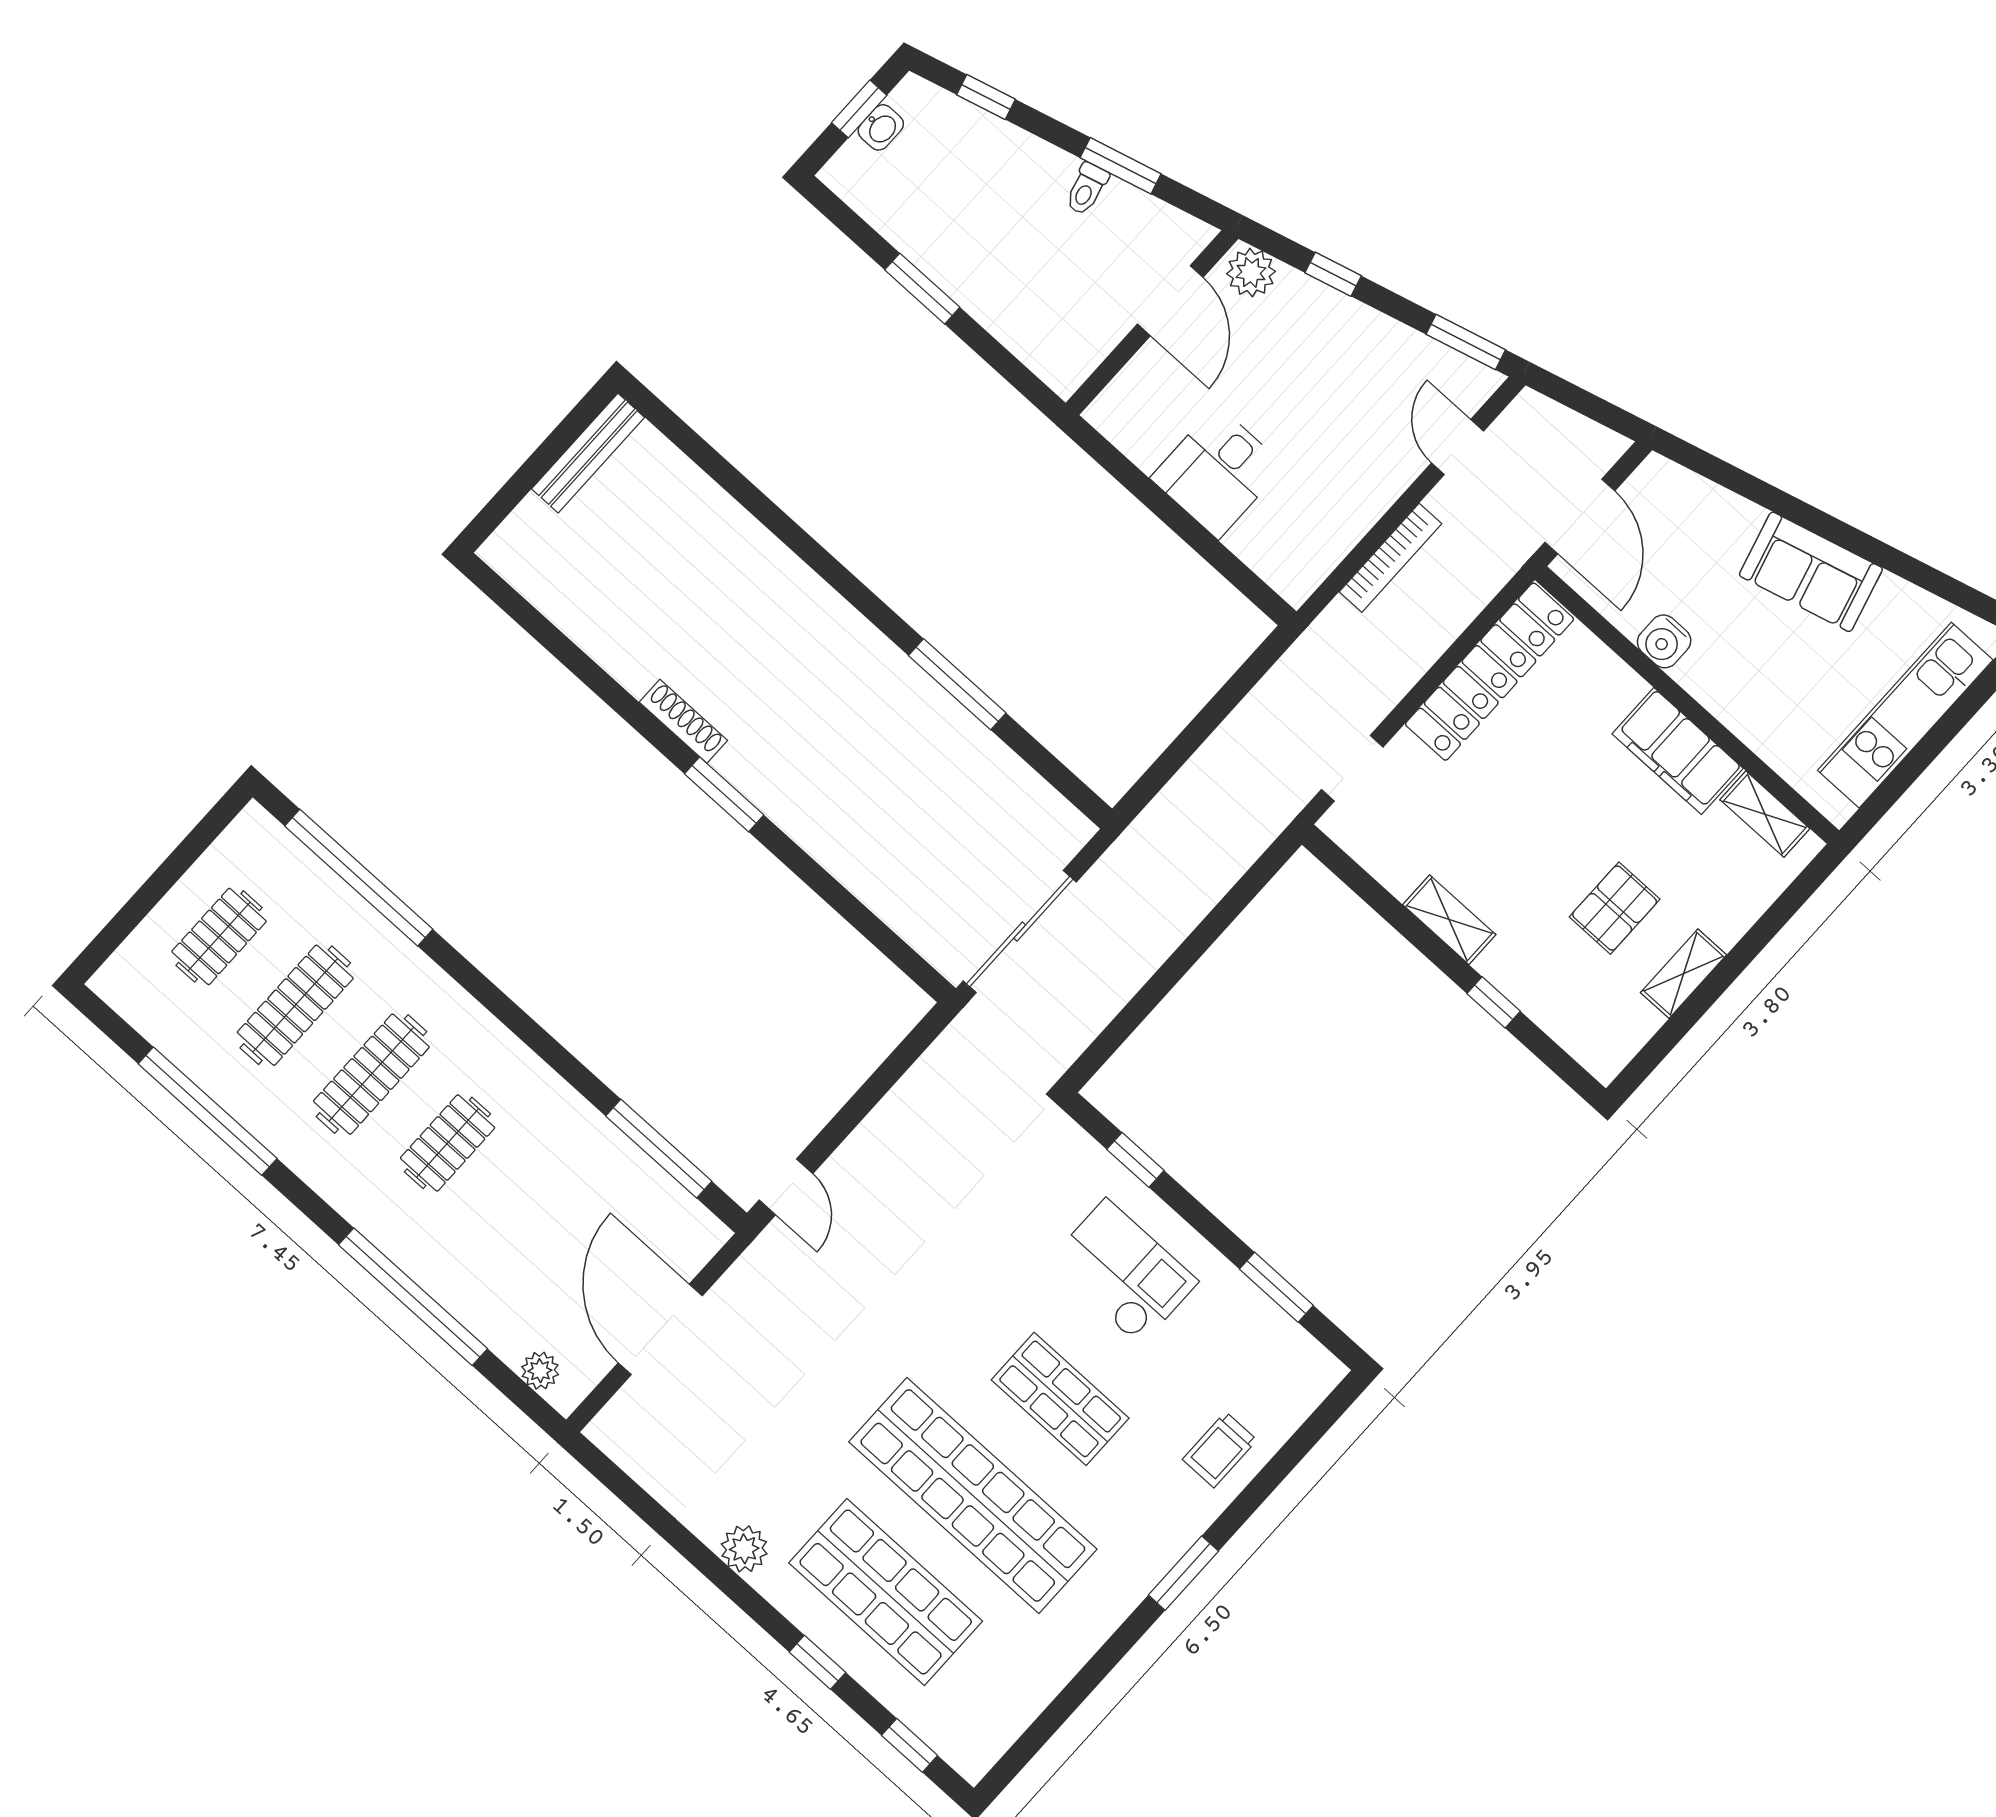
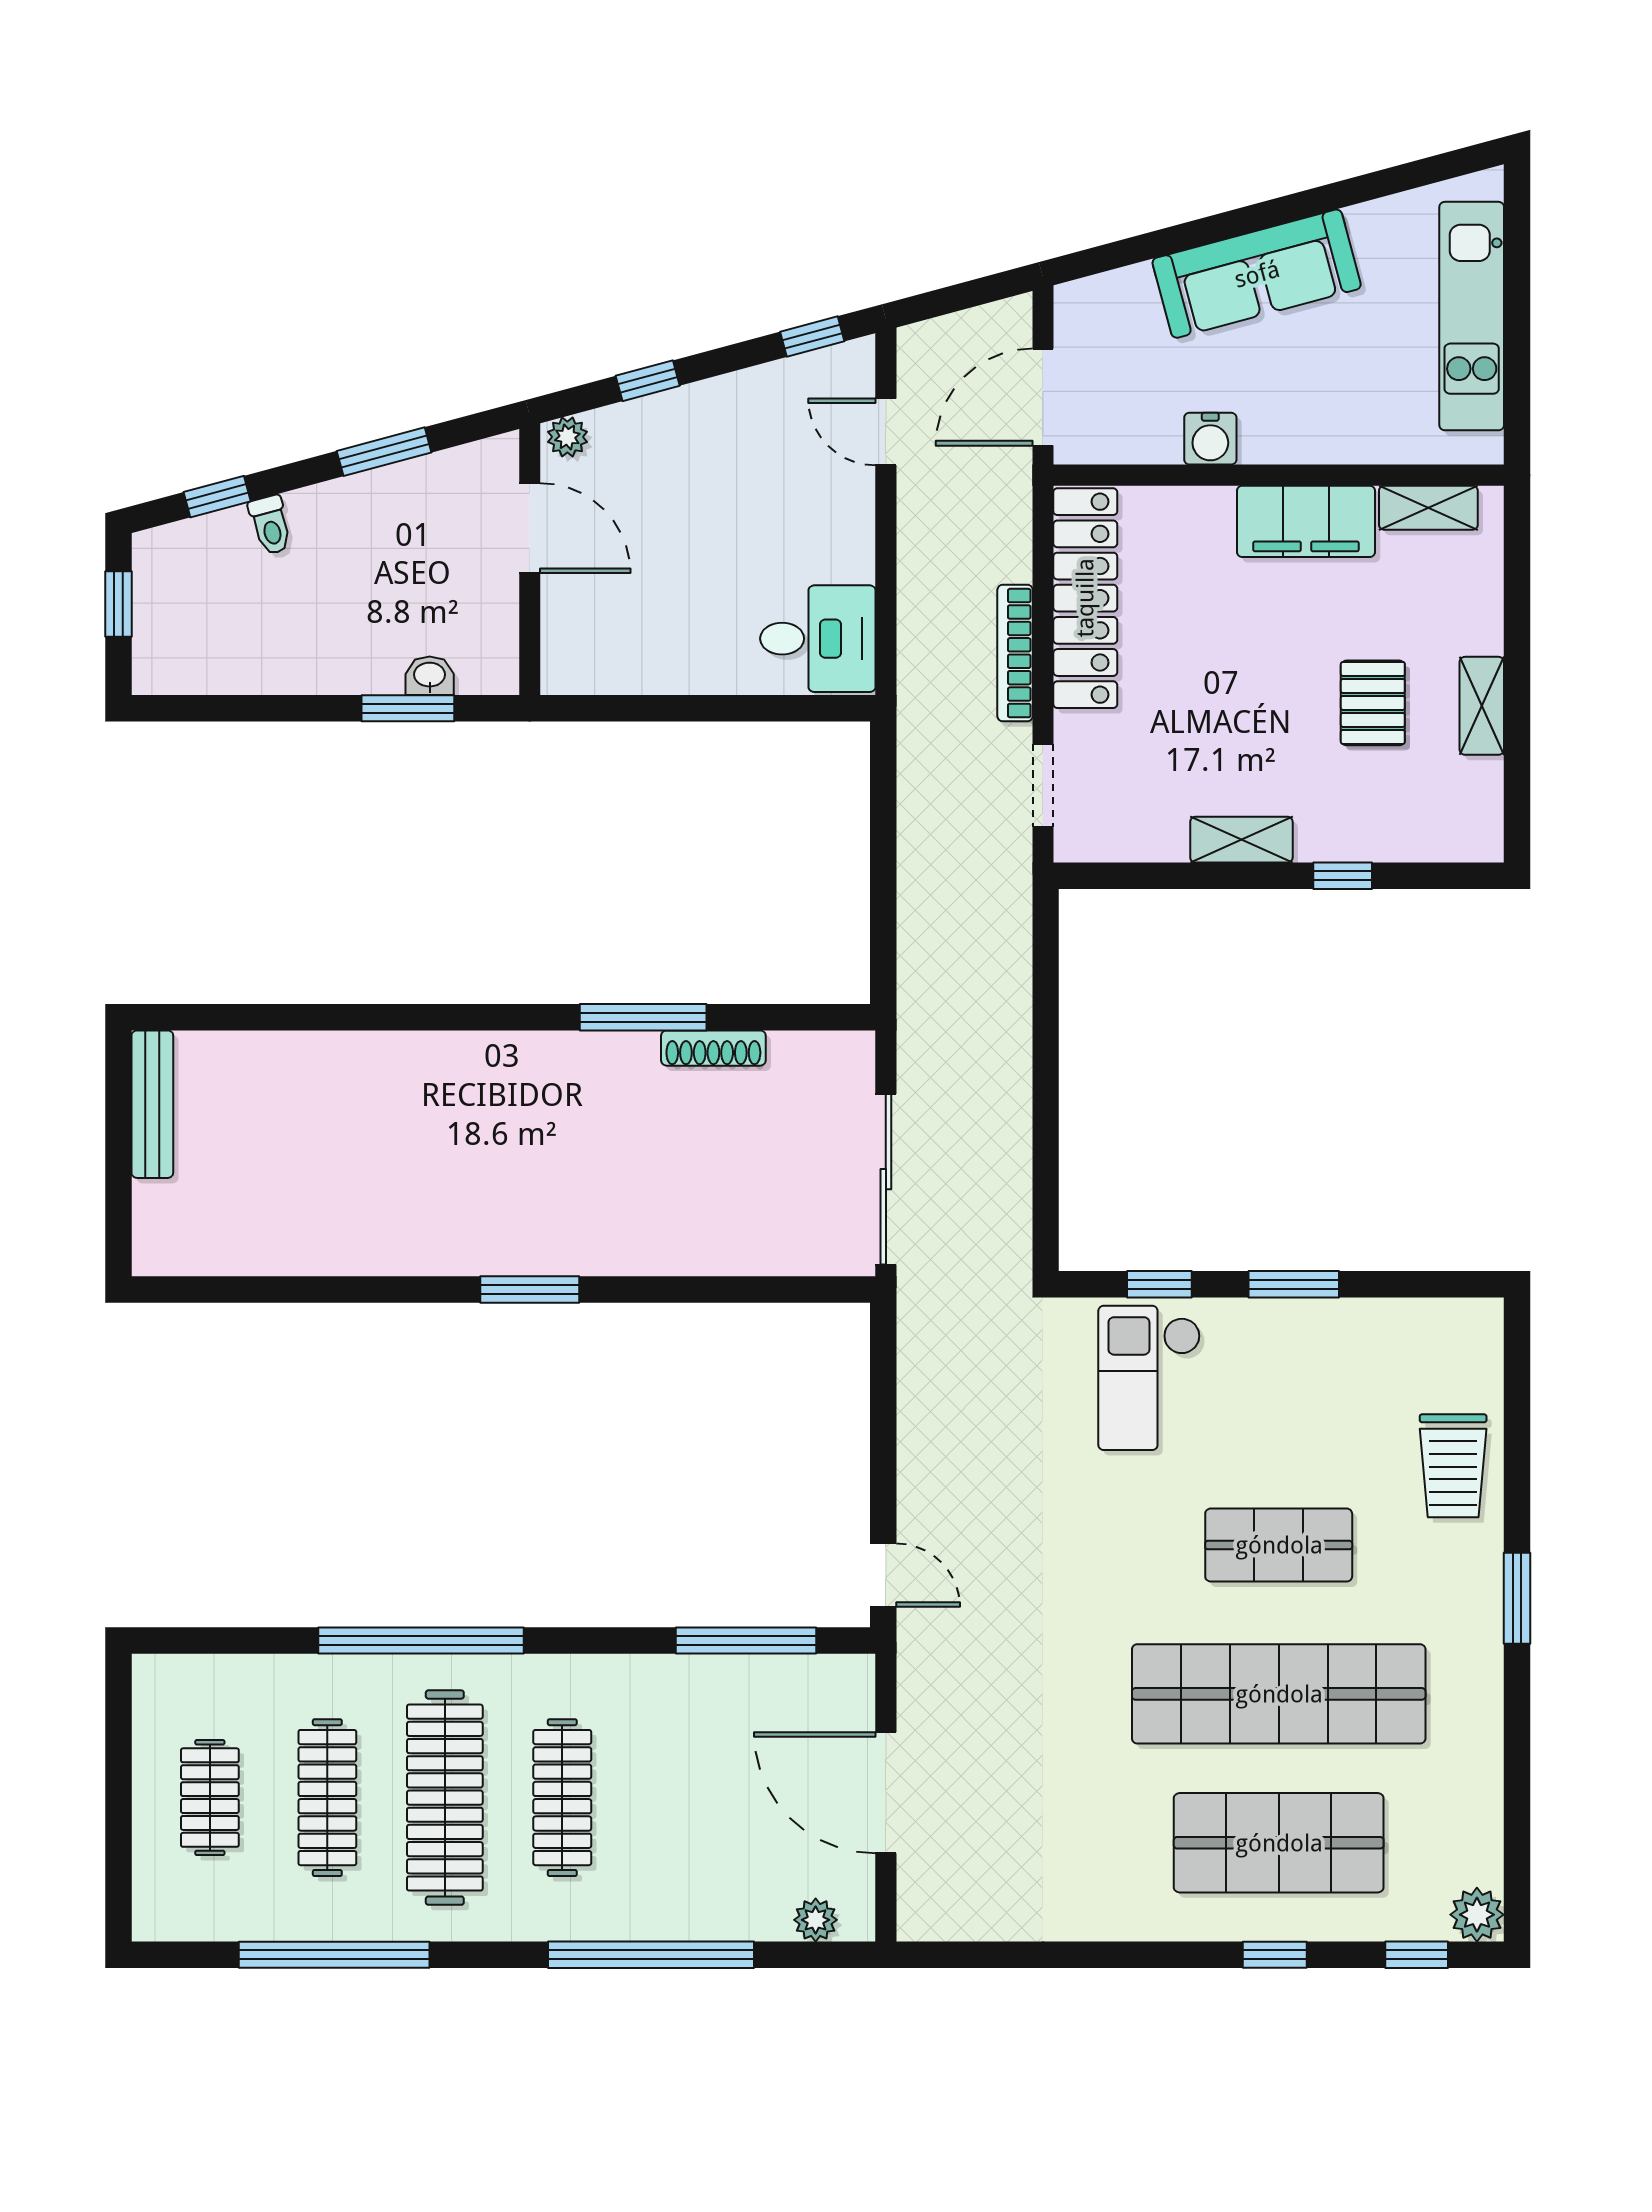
washbasin: (881, 127) -> (430, 676), moved, turned -90
toilet: (1087, 189) -> (270, 525), moved
plant: (1251, 273) -> (567, 437), width x0.73, depth x0.73
window: (922, 289) -> (408, 708), moved
window: (1466, 342) -> (812, 337), width x0.67
desk: (1217, 472) -> (818, 639), moved, turned -90
door: (1580, 516) -> (1043, 397), swing flipped
bookcase: (1390, 558) -> (1015, 653), moved, turned 180
sofa: (1811, 572) -> (1257, 274), width x1.36
shoe rack: (683, 721) -> (713, 1048), moved, turned 180
window: (359, 878) -> (421, 1640), moved
clothes rail: (371, 1074) -> (445, 1798), width x1.37, depth x1.31
clothes rail: (448, 1143) -> (562, 1798), width x1.36
checkout: (1123, 1272) -> (1149, 1378), moved, turned -90
window: (1276, 1287) -> (1294, 1284), moved
trolley: (1220, 1450) -> (1453, 1466), width x1.36, depth x1.39
plant: (744, 1549) -> (1477, 1915), moved

